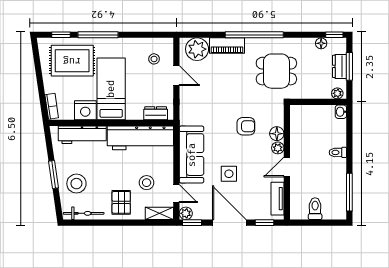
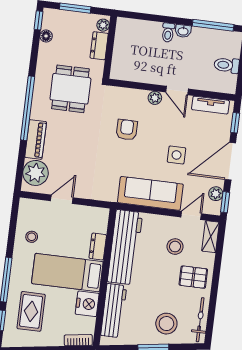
stool: (154, 59) -> (32, 237), moved
rug: (72, 61) -> (31, 311), width x0.73, depth x0.70
dresser: (340, 66) -> (99, 46), moved, turned 90
washbasin: (341, 112) -> (183, 31), moved
dresser: (156, 113) -> (98, 247), moved
floor lamp: (277, 134) -> (139, 97), removed
plant: (186, 213) -> (216, 194), moved

